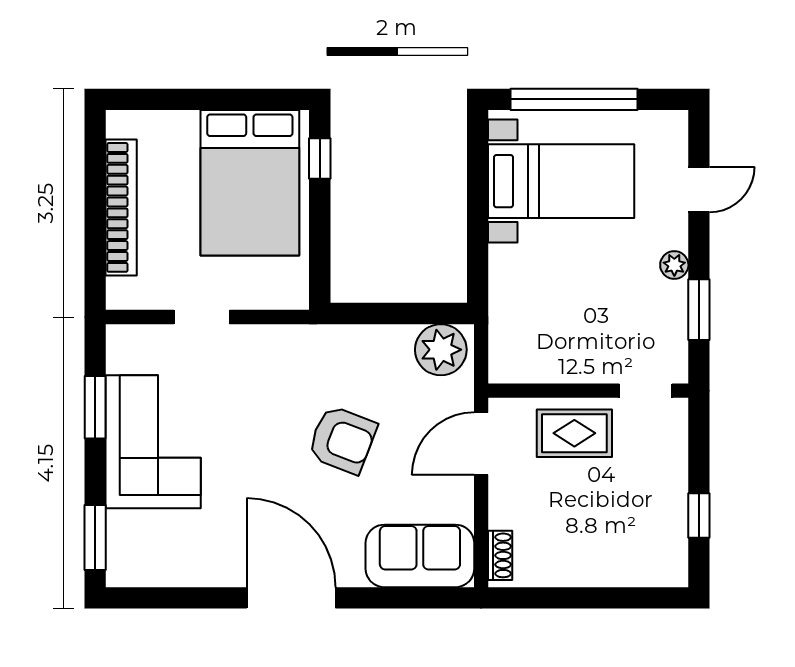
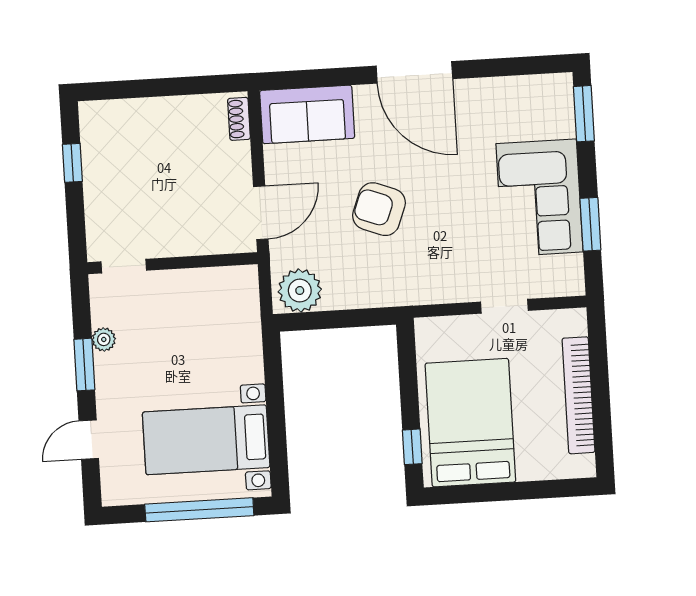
plant: (674, 265) -> (104, 339), moved
window: (699, 310) -> (84, 365), moved
rug: (574, 433) -> (182, 226), removed

